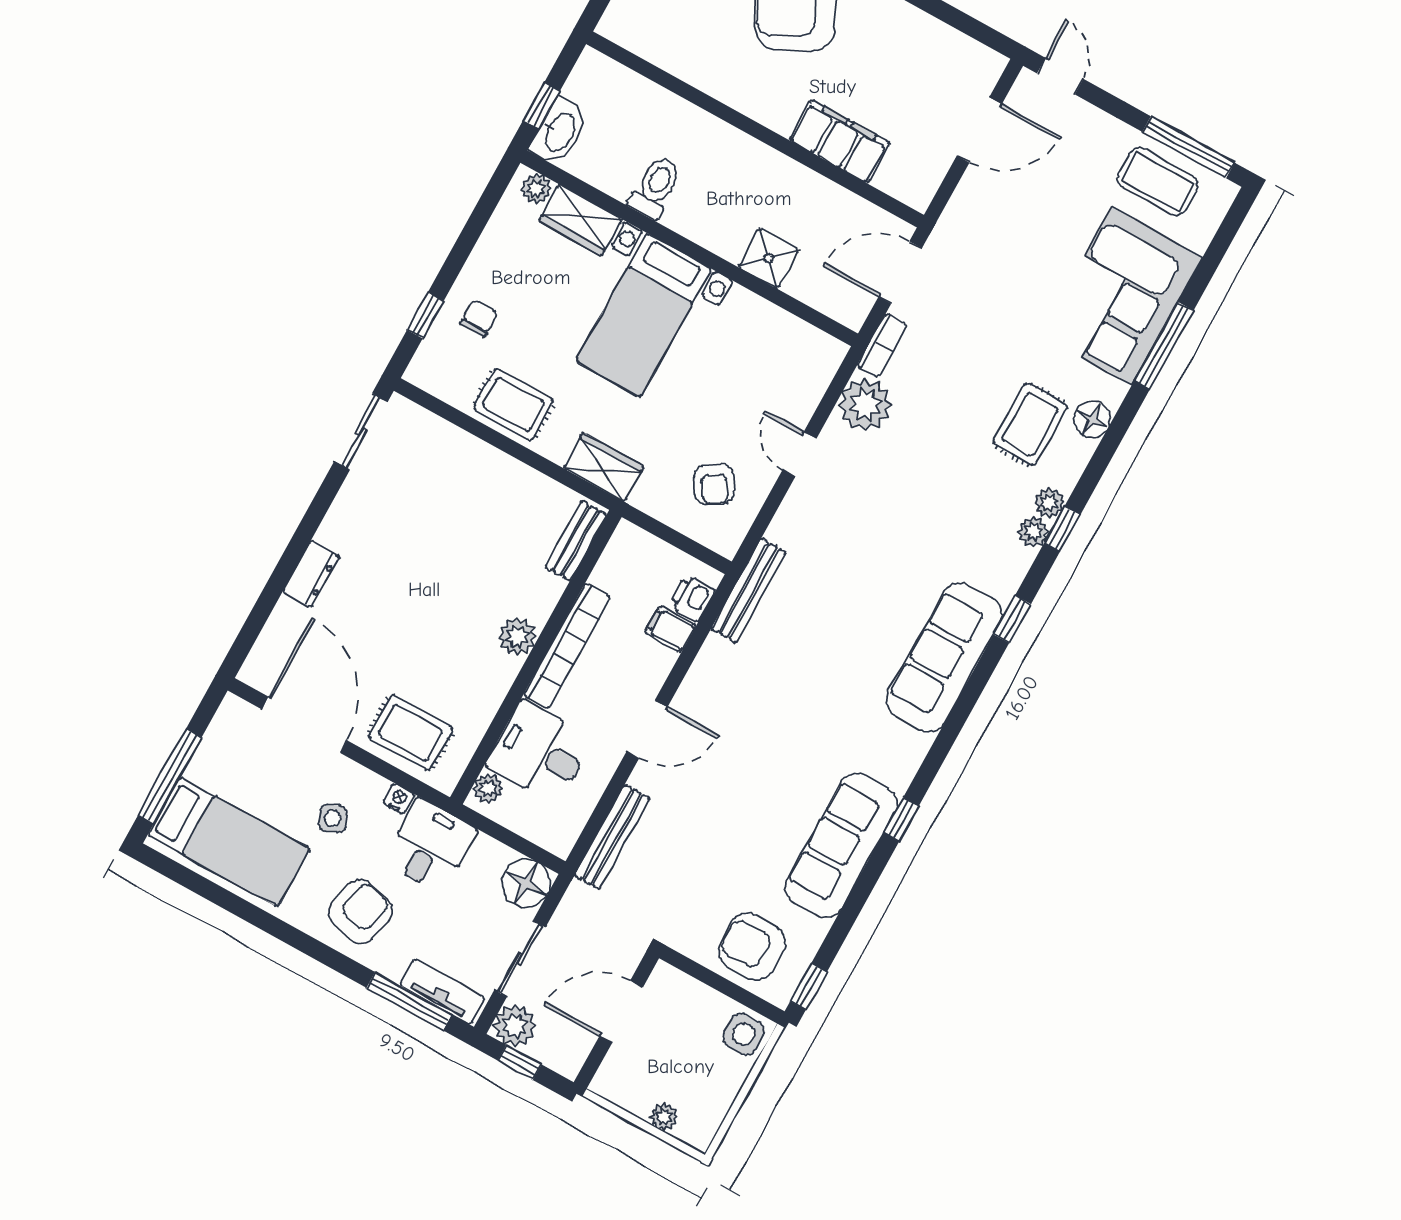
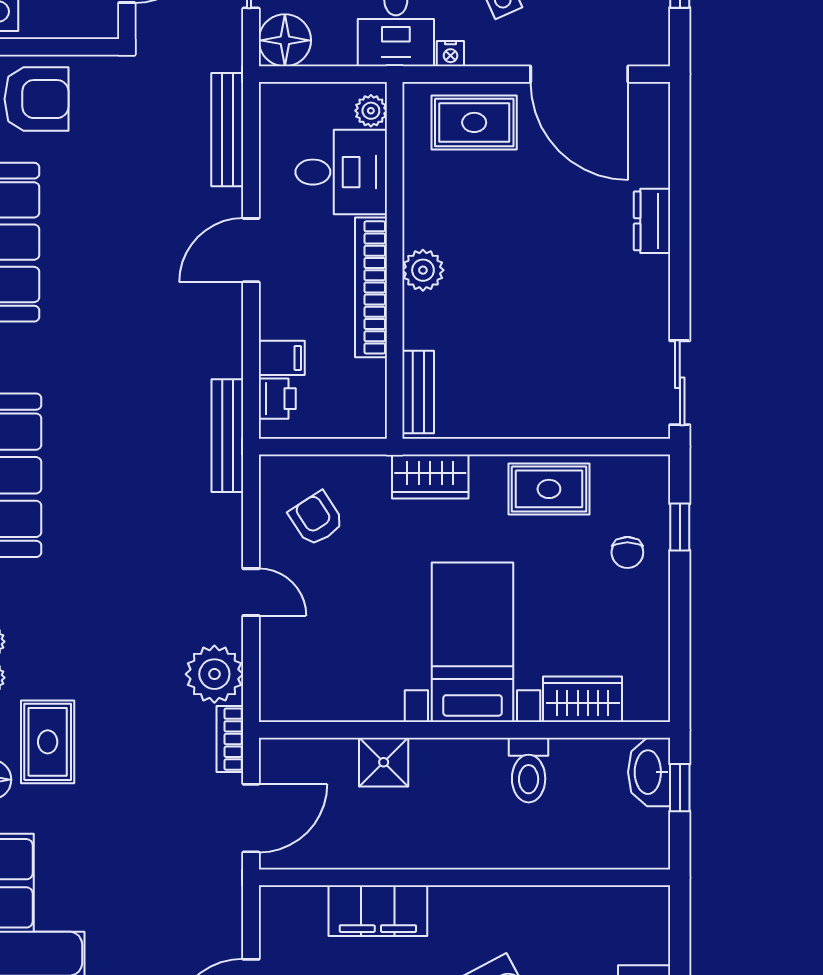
plant: (536, 189) -> (641, 706), removed

